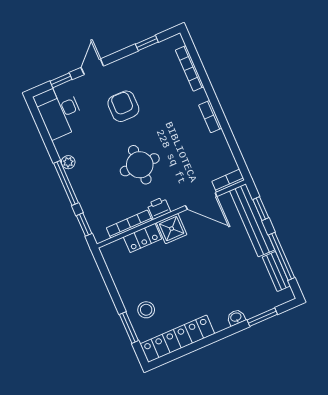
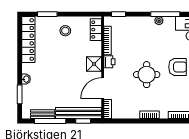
round table: (140, 165) -> (147, 75), moved
window: (66, 183) -> (165, 14), moved
locker: (143, 238) -> (96, 30), moved
stool: (146, 310) -> (65, 31), moved

